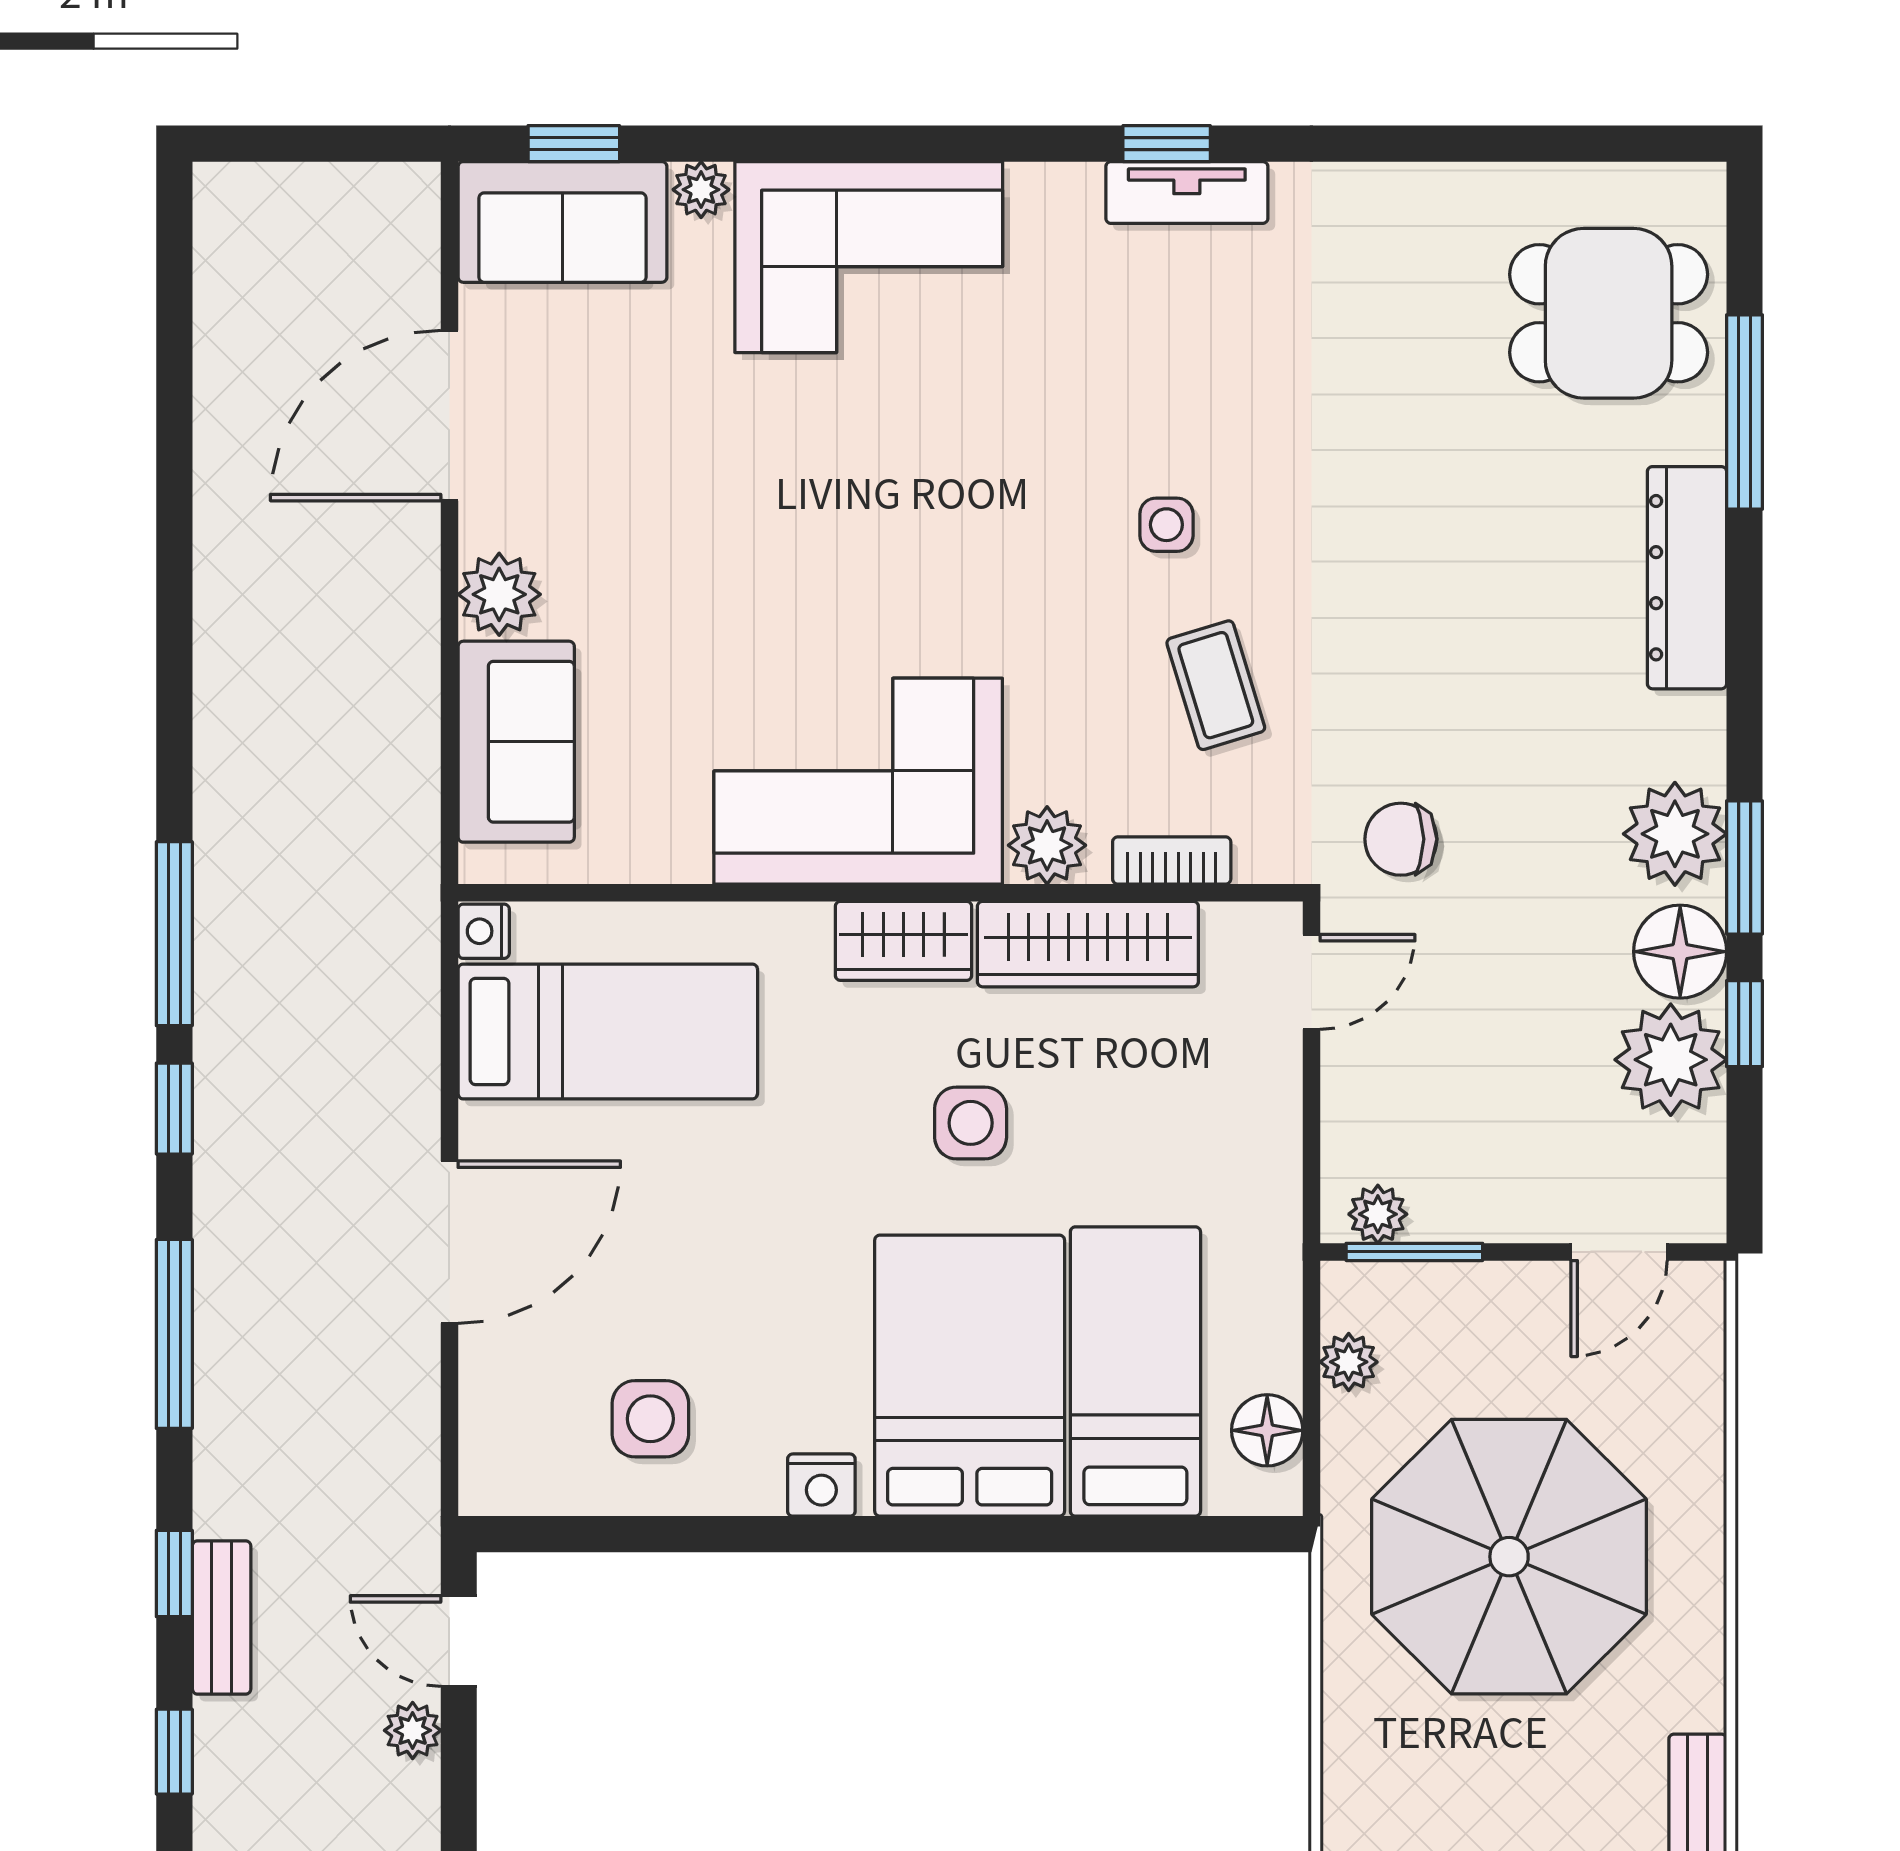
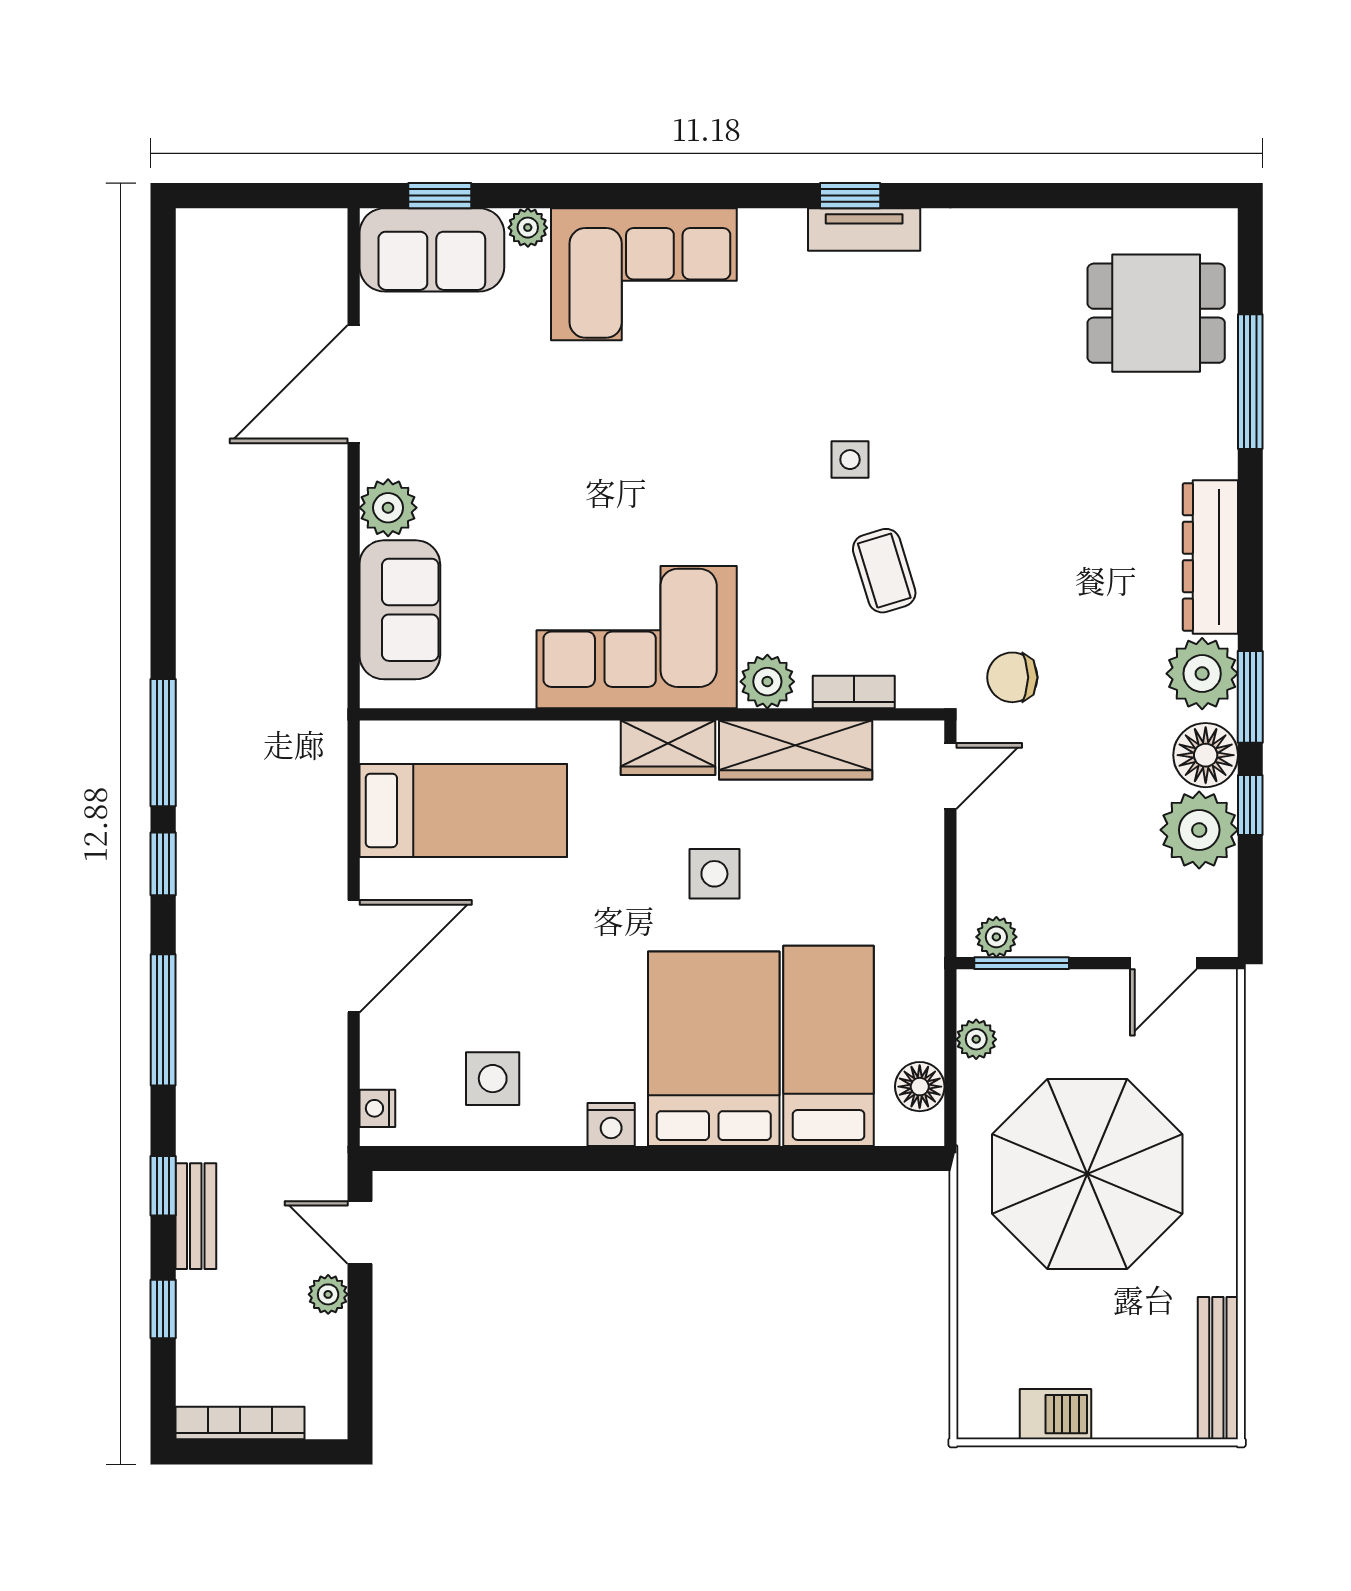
dresser: (1687, 578) -> (1210, 557), moved
nightstand: (484, 931) -> (377, 1108), moved

